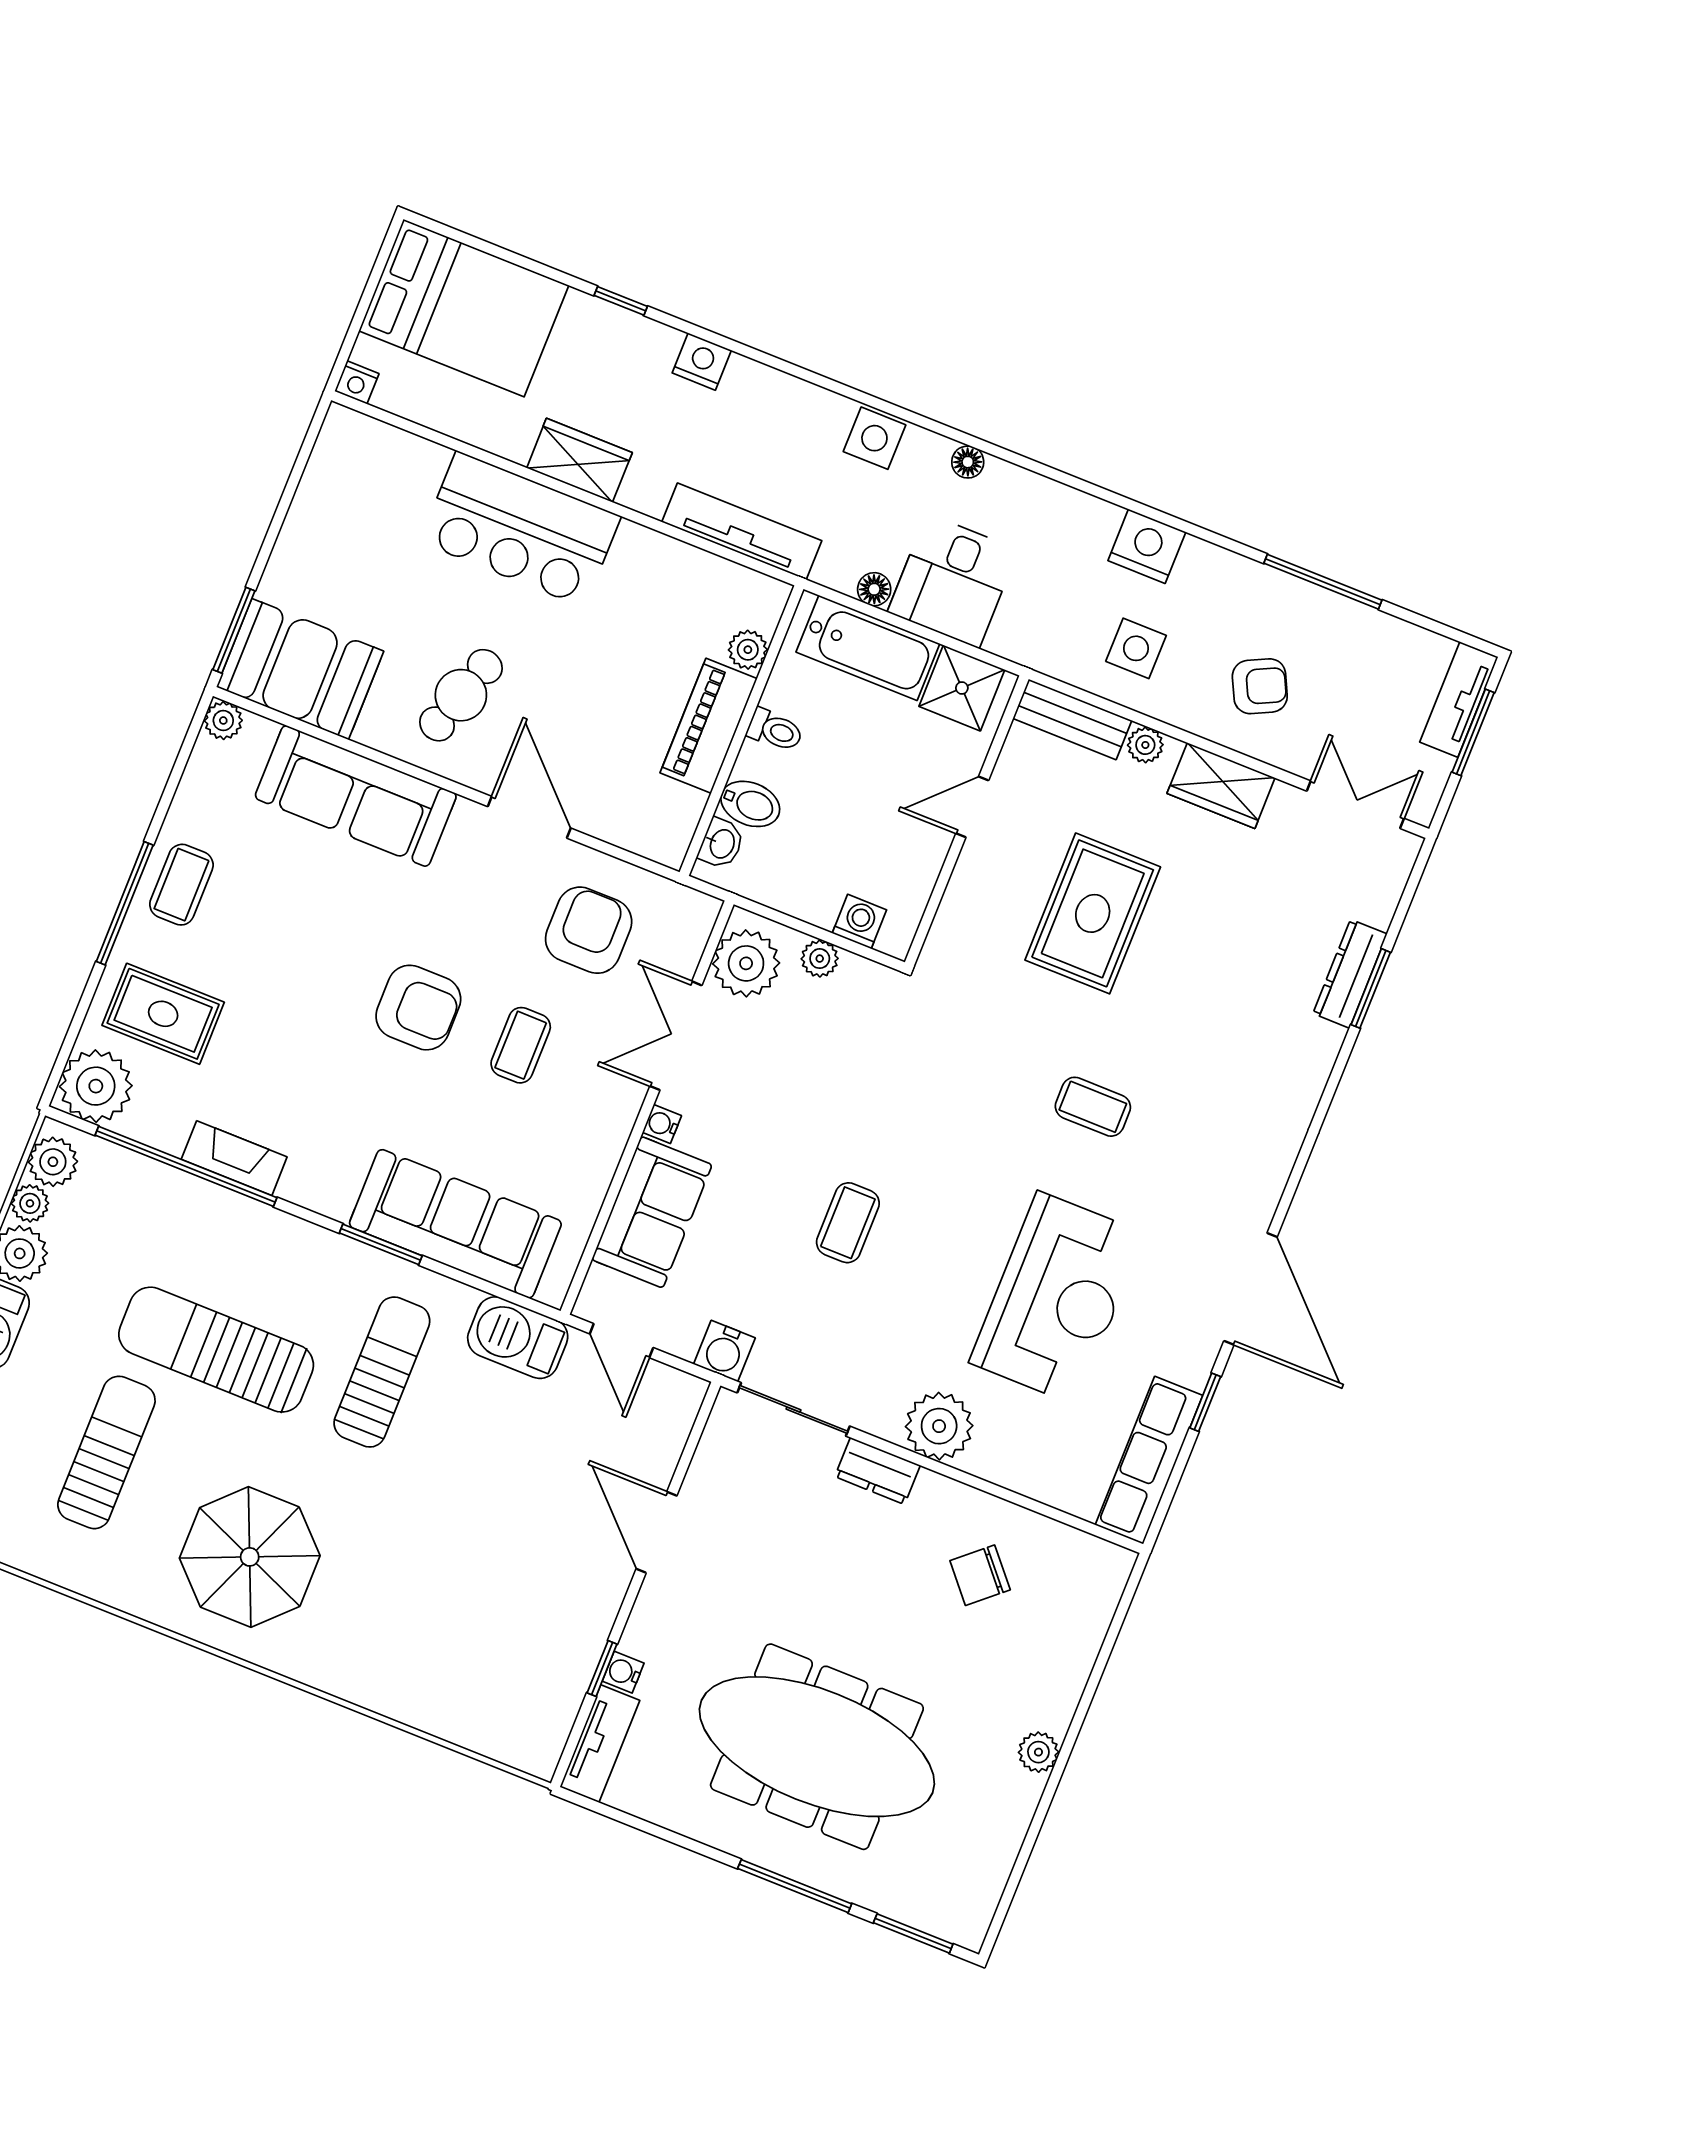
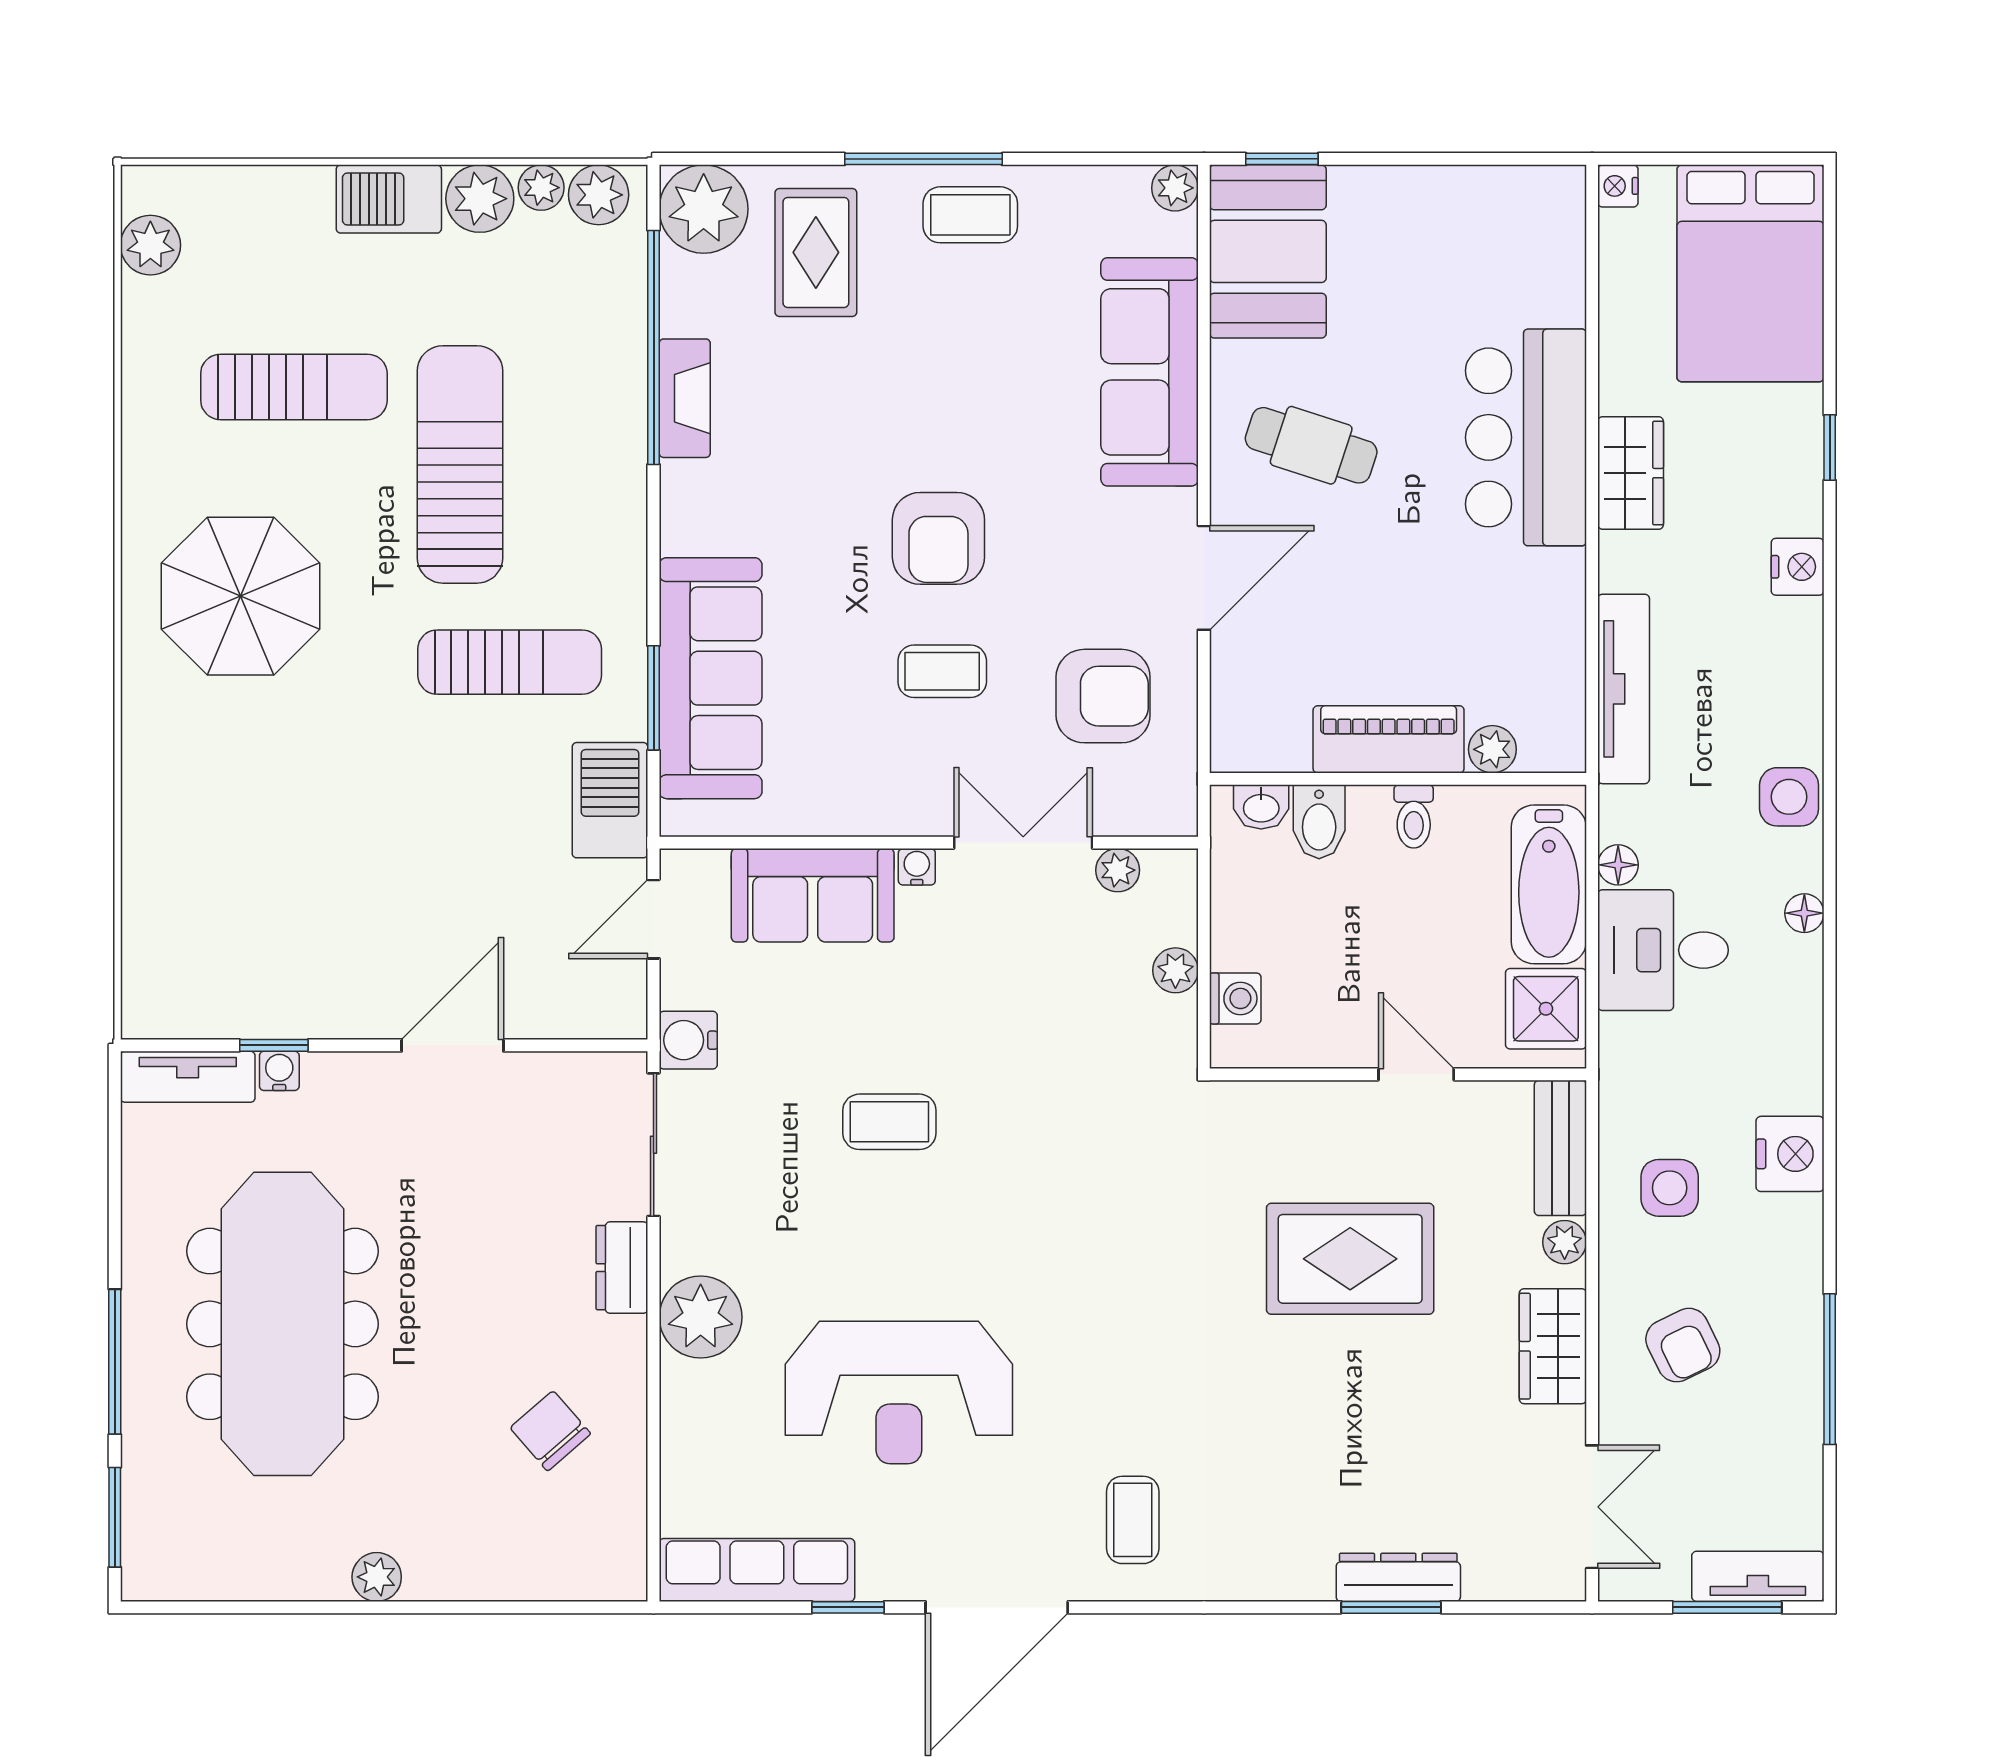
window: (234, 630) -> (1282, 159), width x0.67
plant: (746, 963) -> (1118, 870), width x0.53, depth x0.53
coffee table: (1093, 1107) -> (1133, 1520), moved
window: (381, 1244) -> (654, 698), moved

